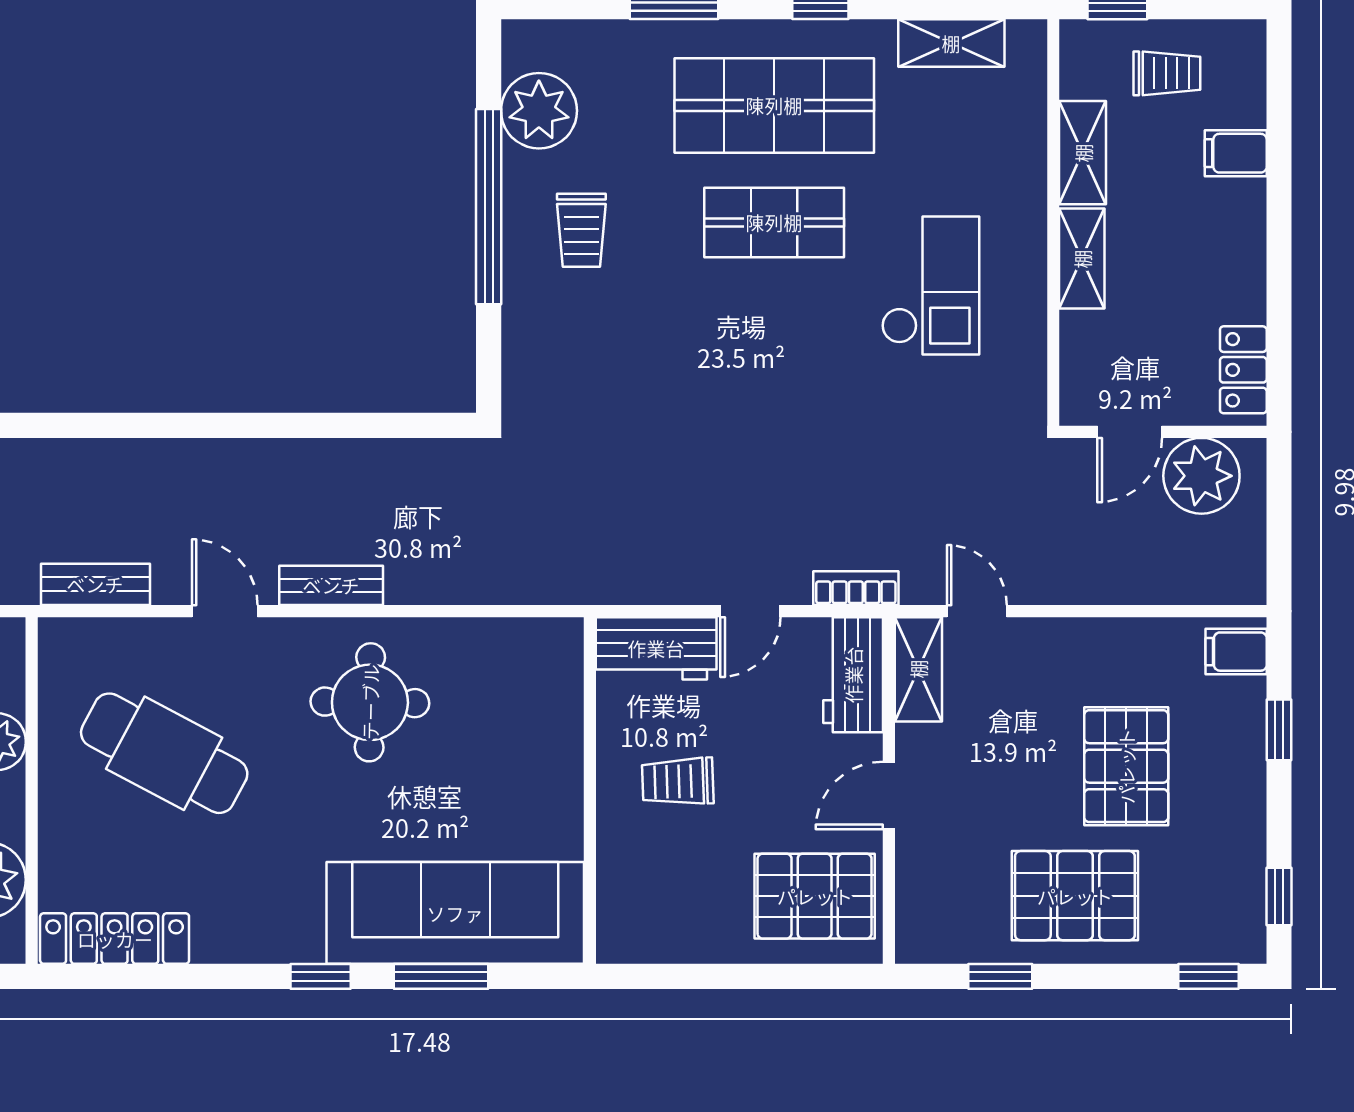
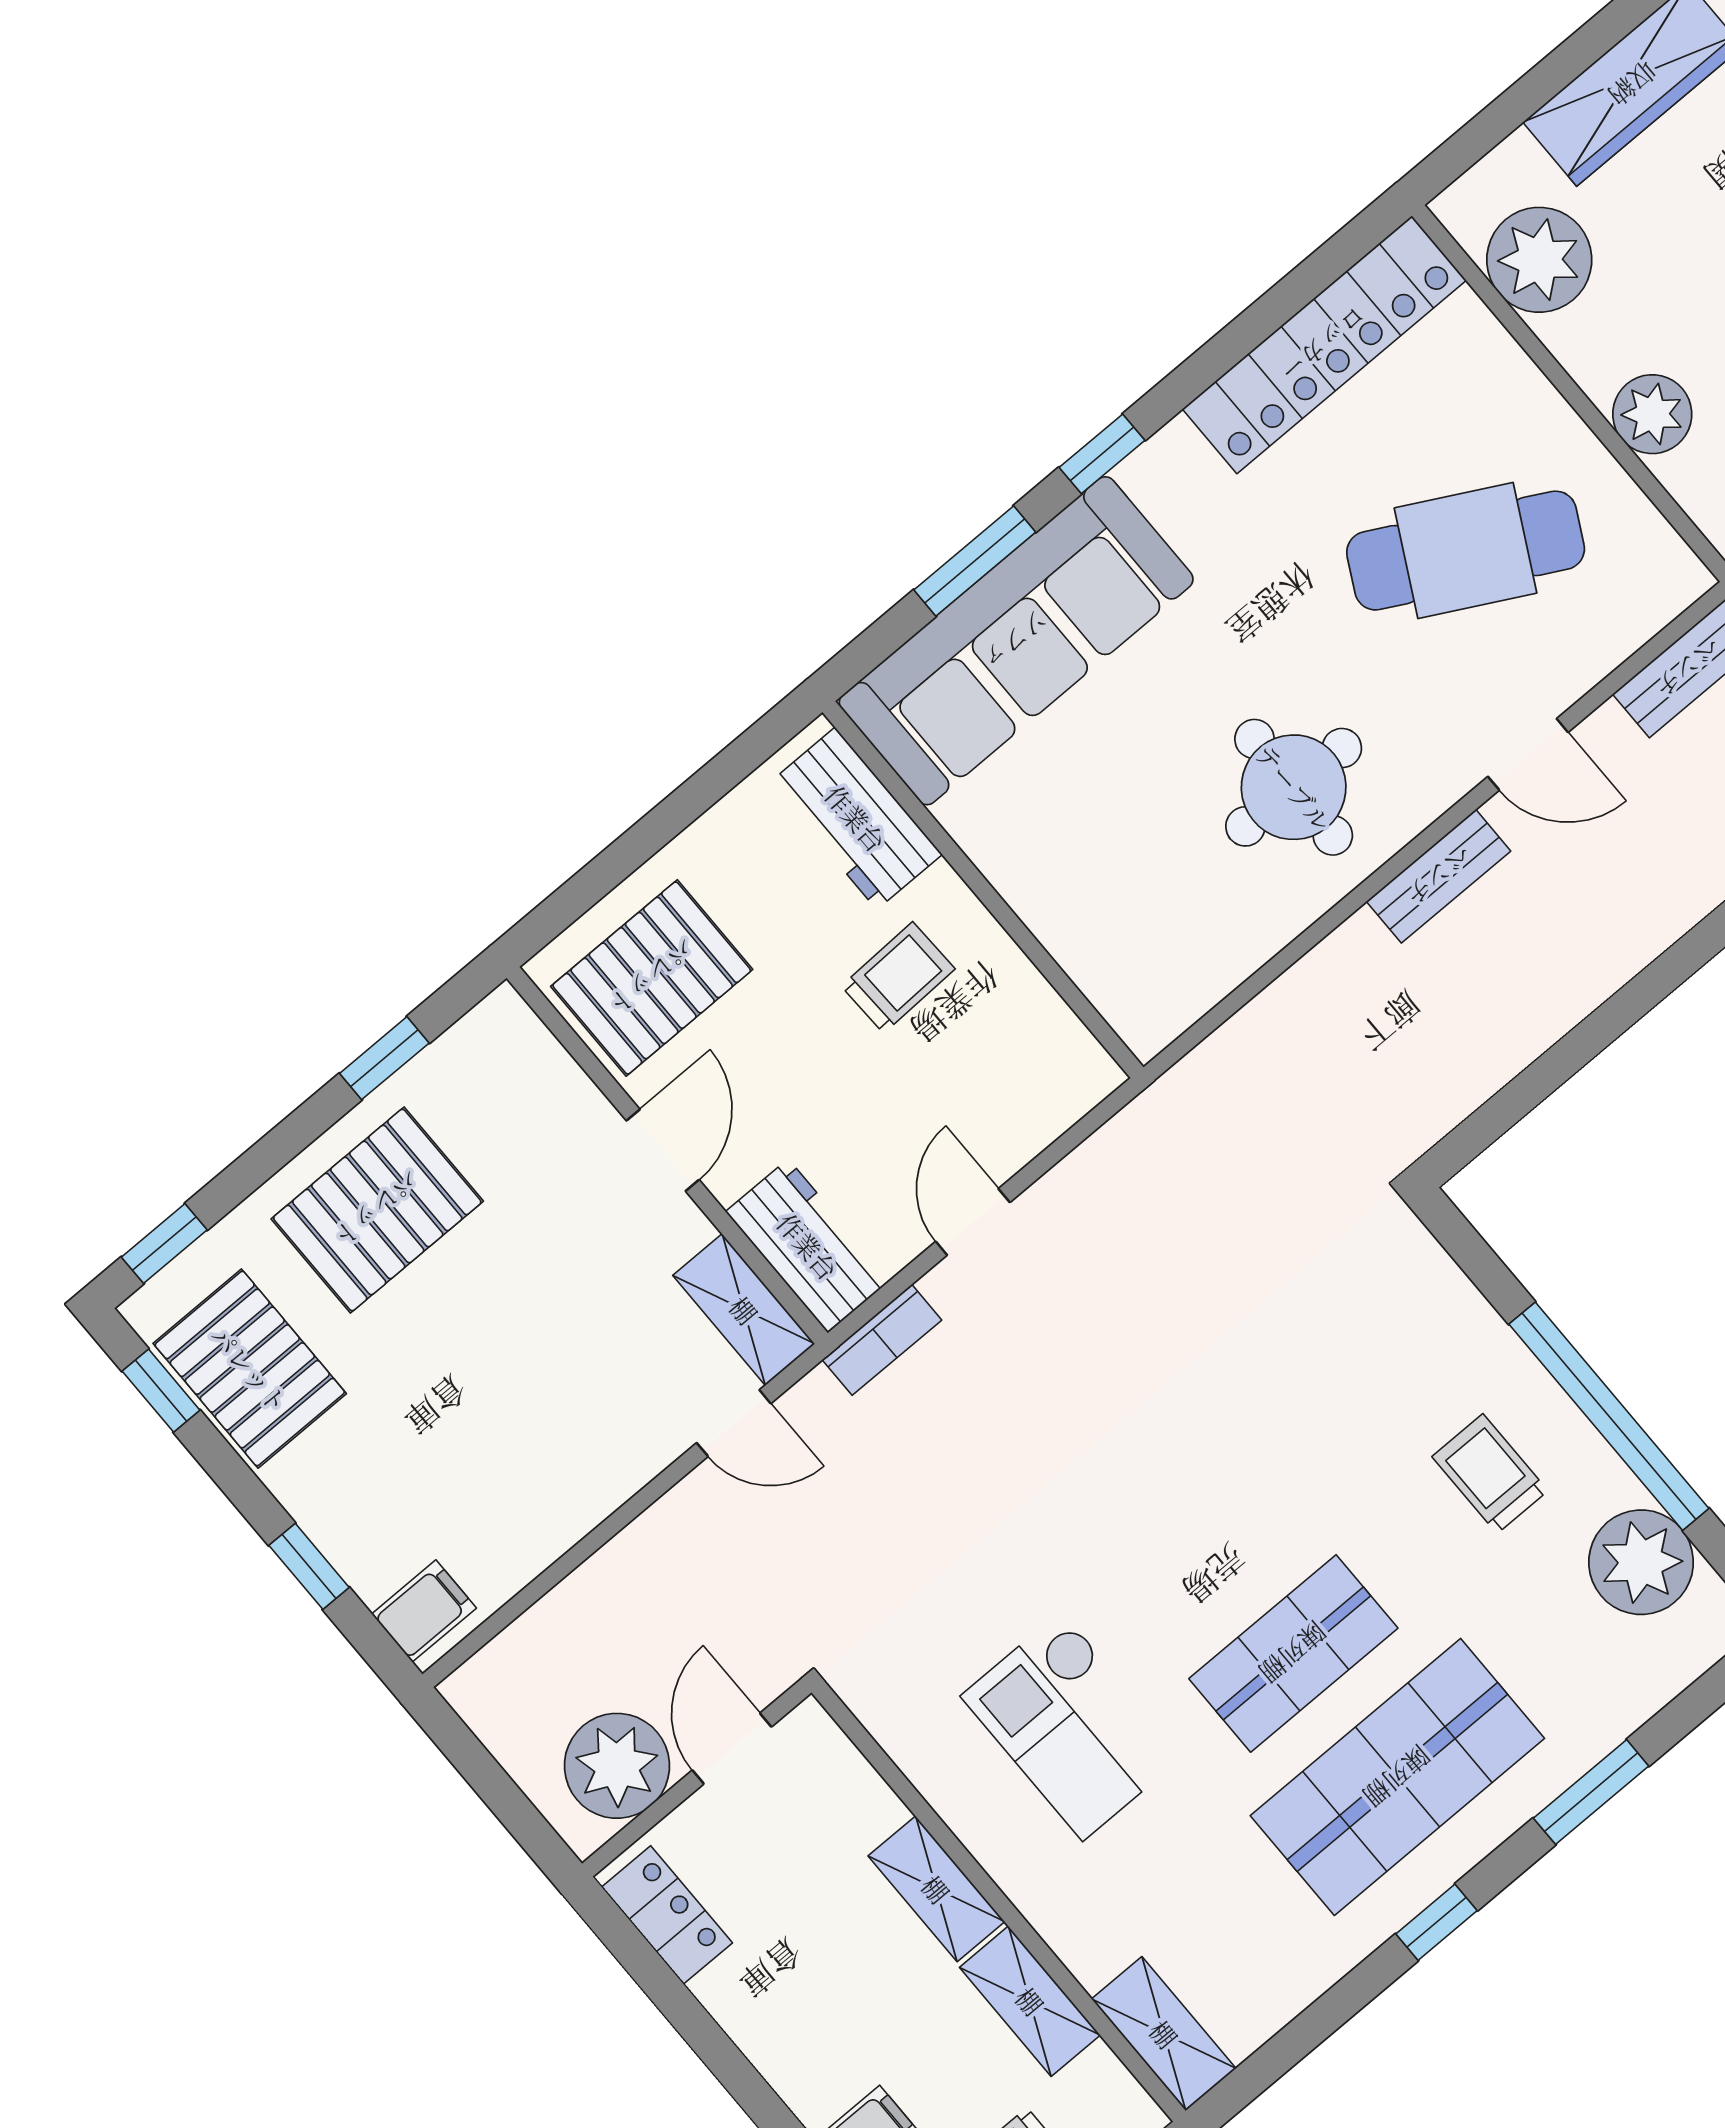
shelving: (951, 43) -> (1164, 2034), moved, turned 90
workbench: (656, 648) -> (856, 818), moved, turned -90
pallet: (1126, 766) -> (250, 1369), moved
locker: (115, 939) -> (1324, 345), width x1.41, depth x1.21

